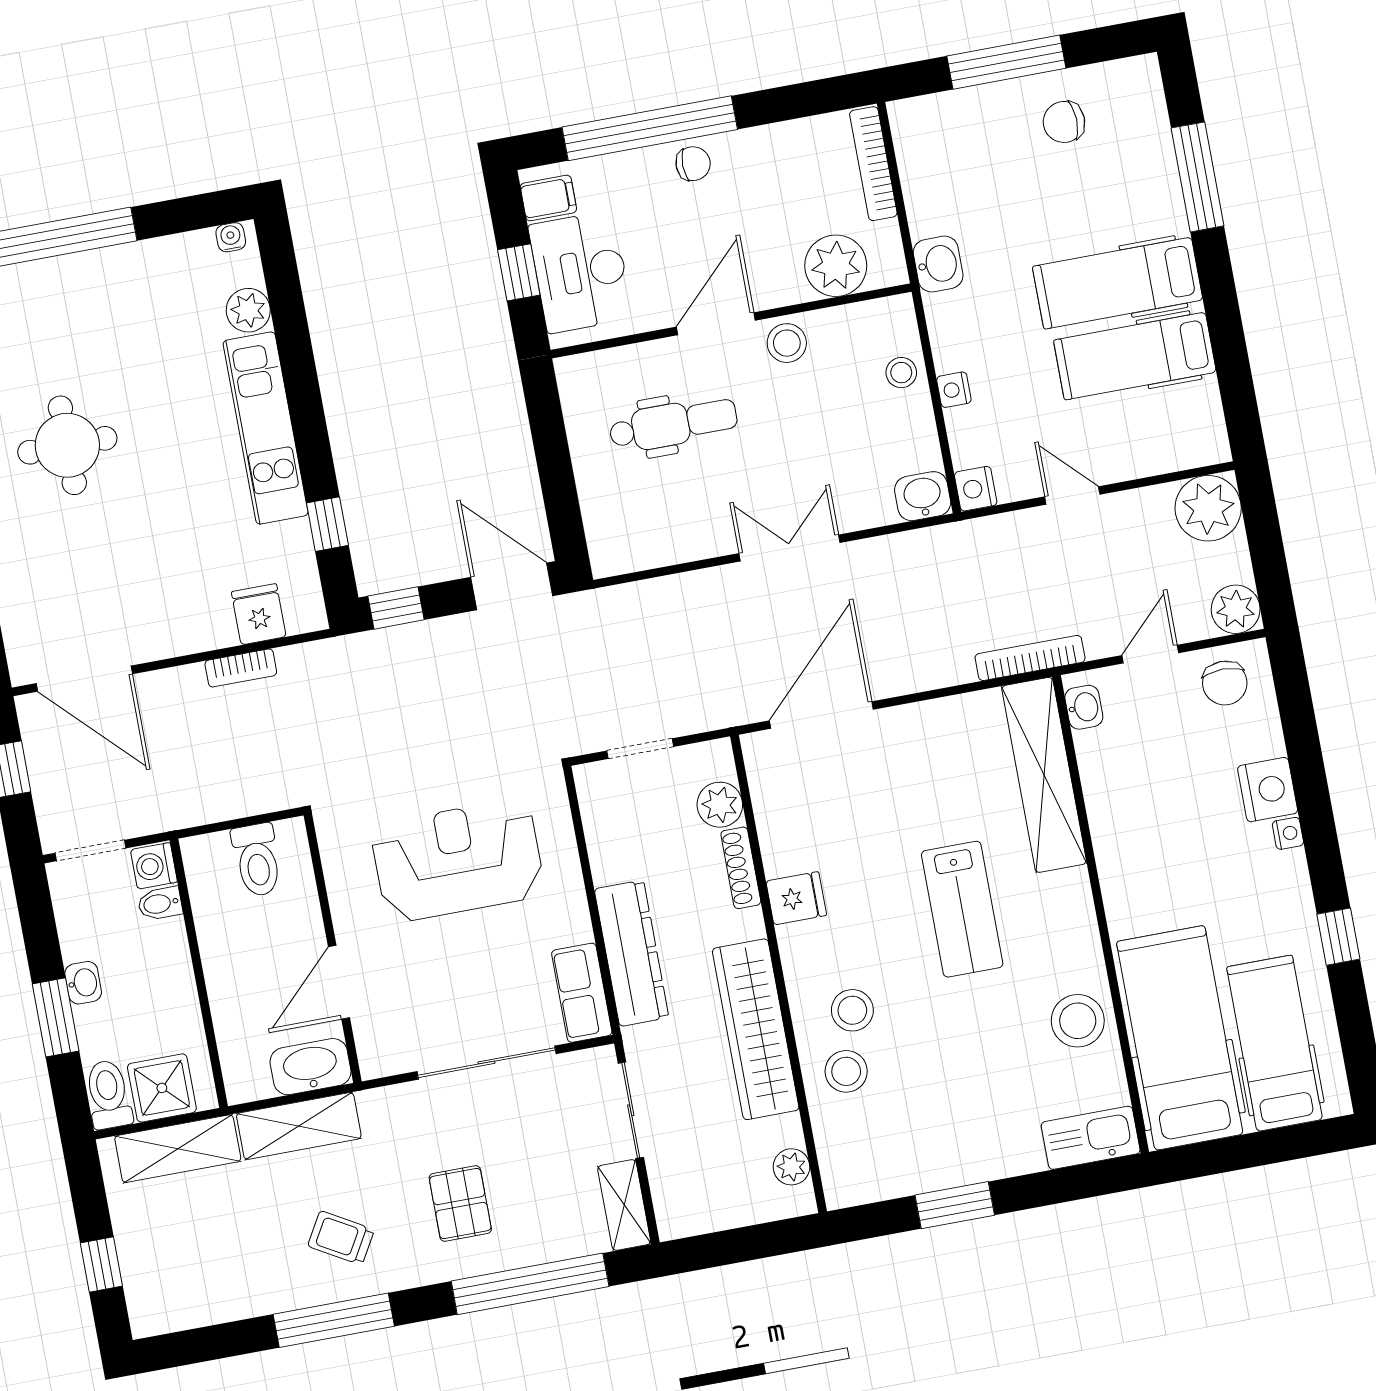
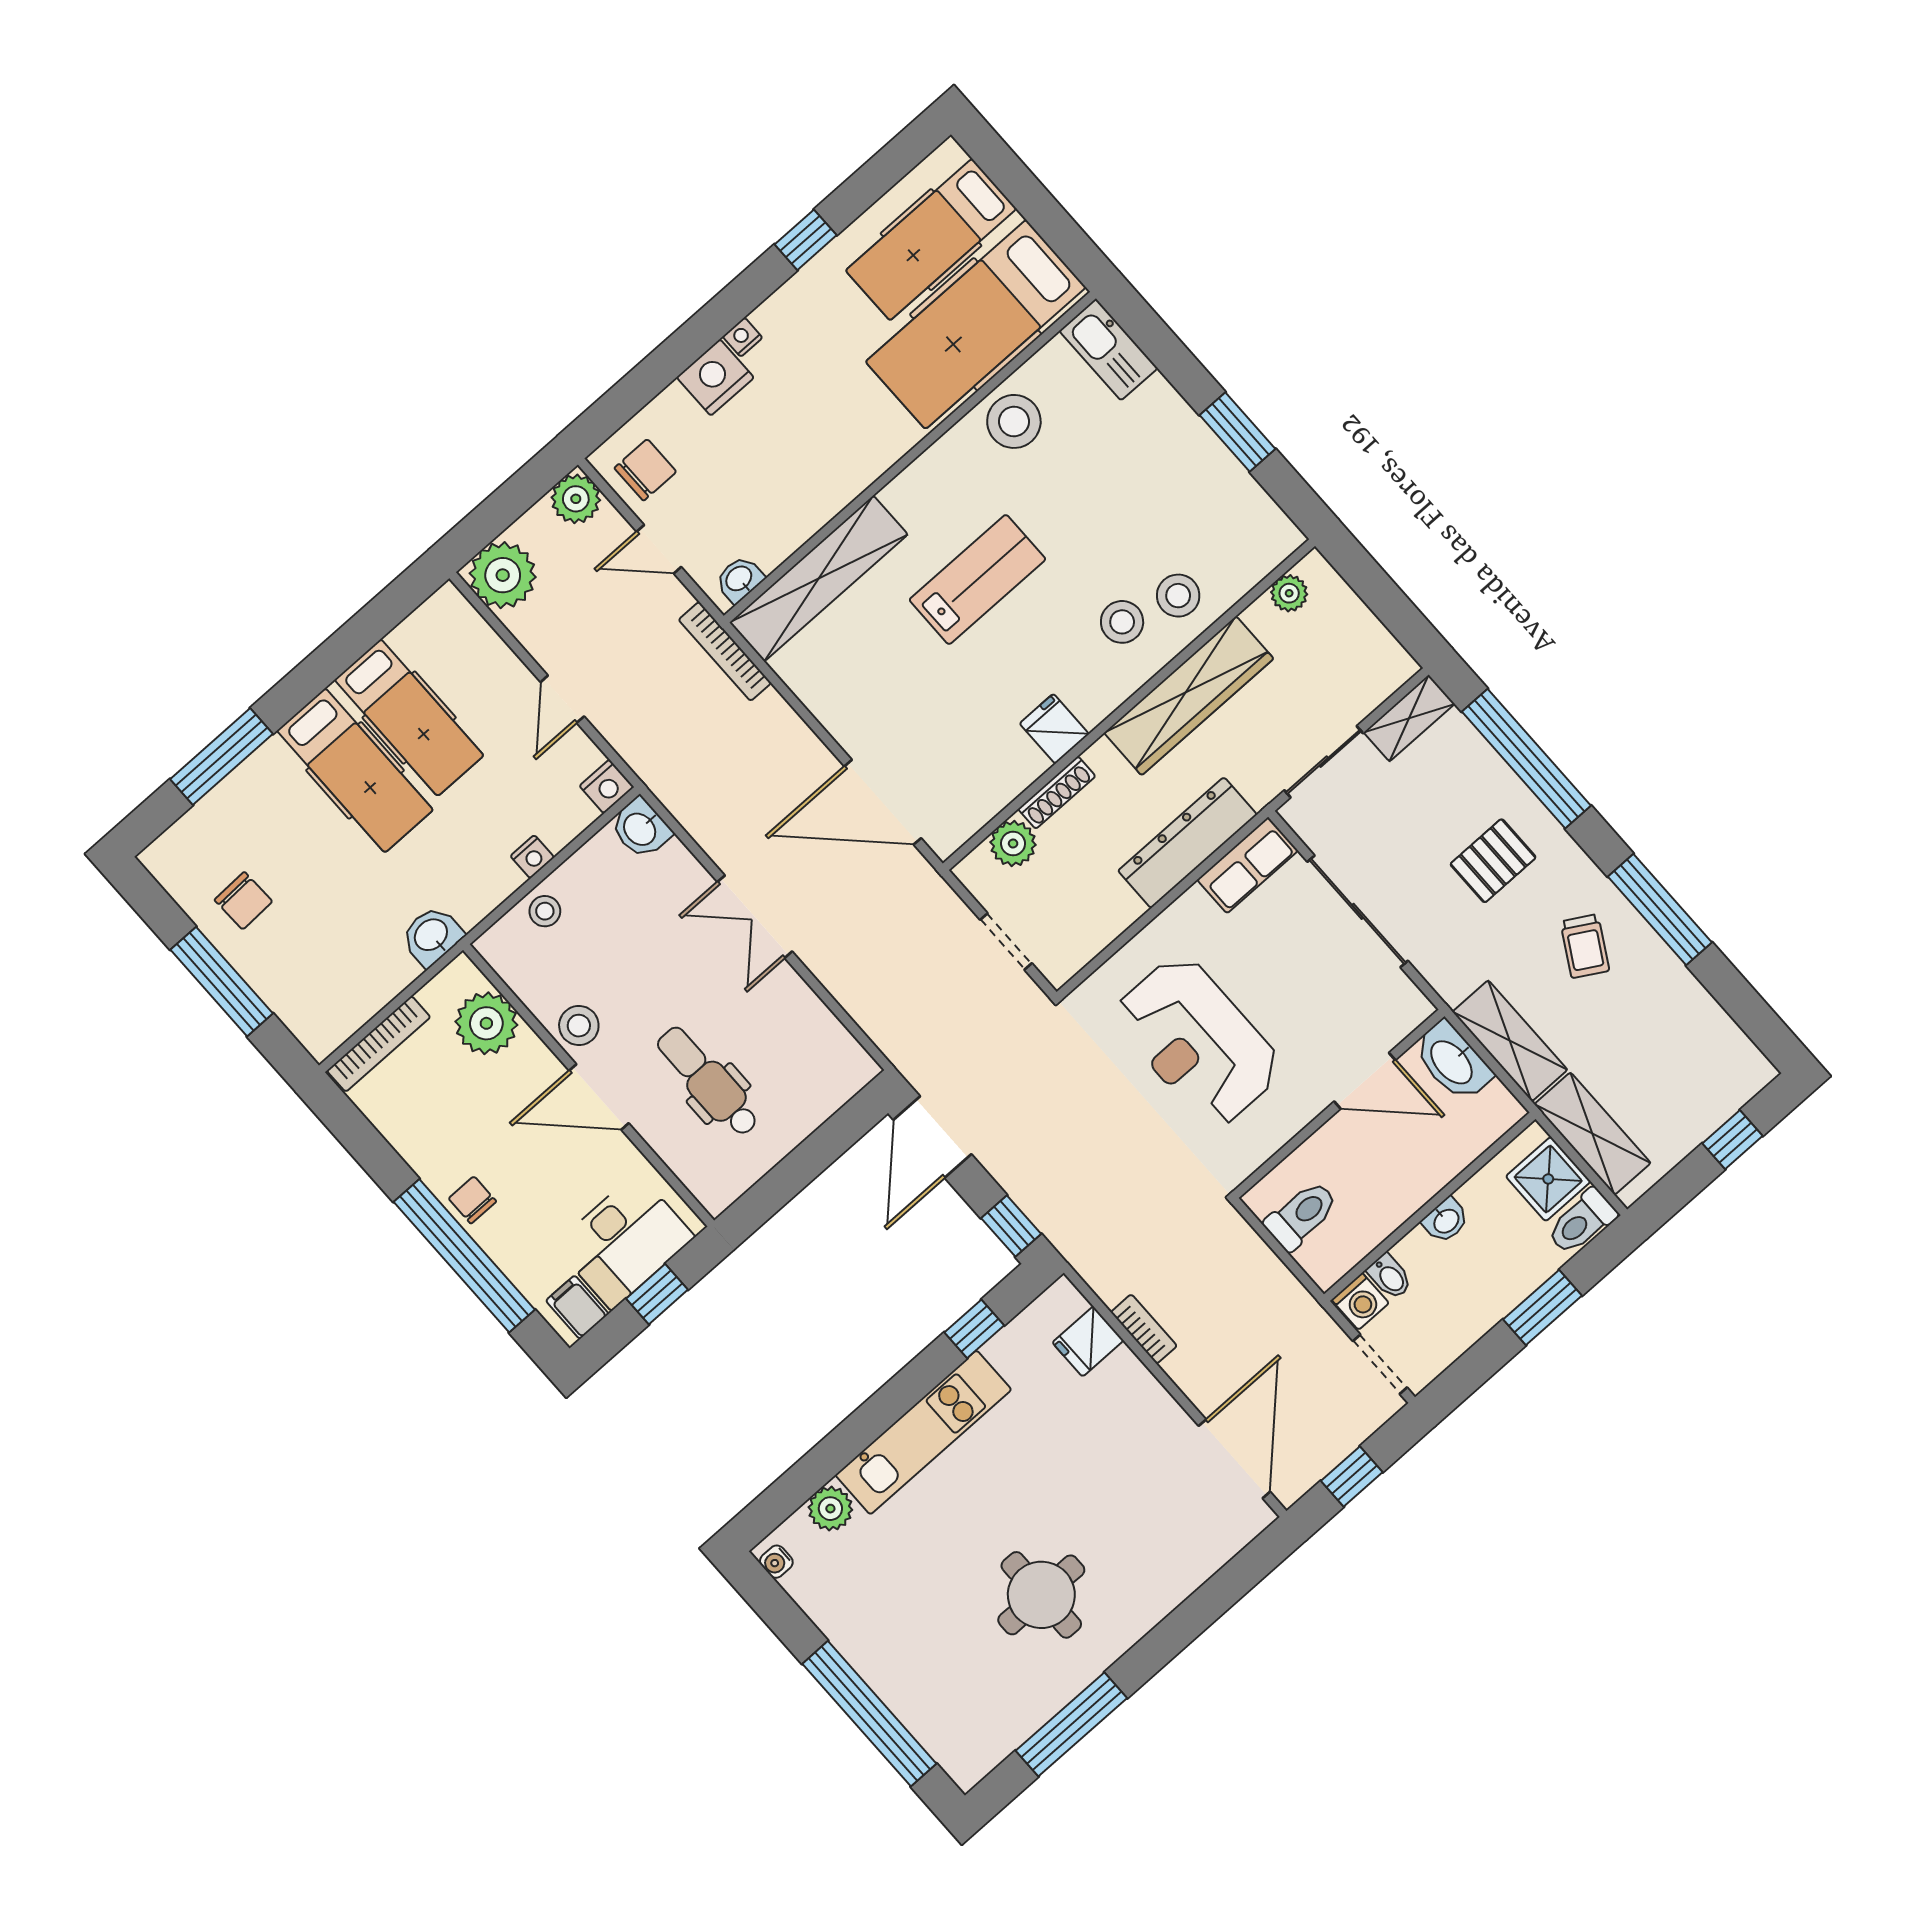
washbasin: (83, 983) -> (1446, 1220), moved, turned 180

